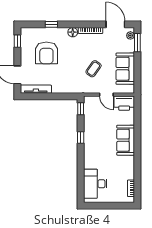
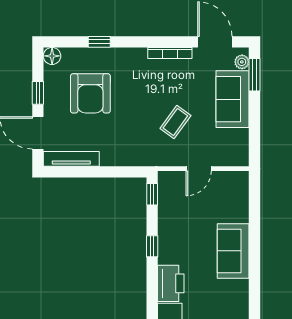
floor lamp: (73, 32) -> (52, 56), moved
window: (17, 41) -> (38, 93), moved
sofa: (125, 69) -> (233, 99), moved
door: (106, 95) -> (199, 169), hinge flipped
printer: (124, 103) -> (171, 283), moved, turned -90

